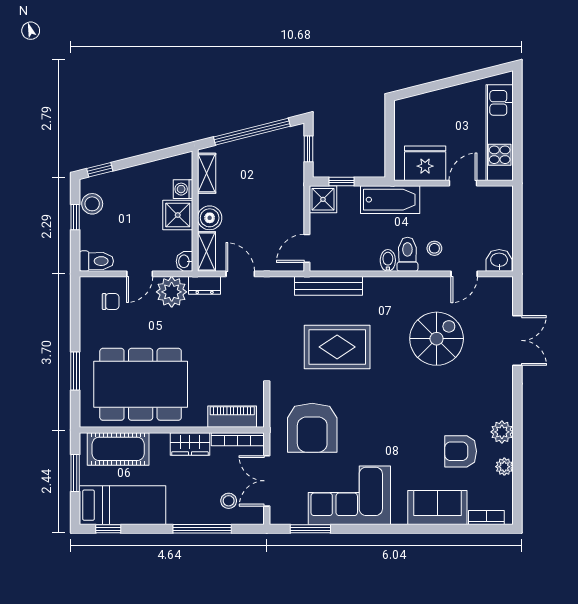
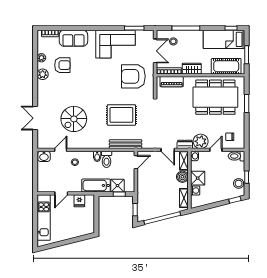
fridge: (425, 163) -> (79, 201), width x0.53, depth x0.75
shower: (323, 199) -> (117, 186), moved
toilet: (407, 254) -> (107, 159), moved
armchair: (312, 428) -> (133, 76), turned -90

